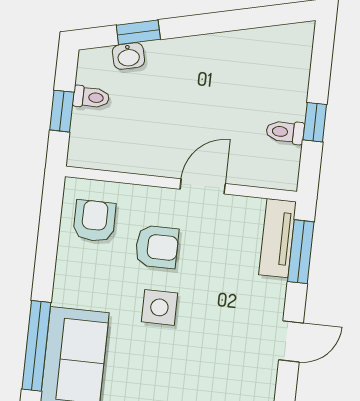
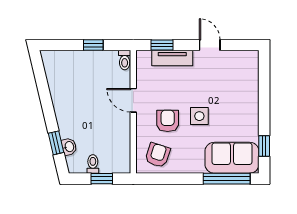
toilet: (285, 132) -> (125, 60), moved
armchair: (94, 221) -> (158, 155), turned 108
tv unit: (277, 238) -> (172, 58), moved
window: (301, 252) -> (162, 45), width x0.67

